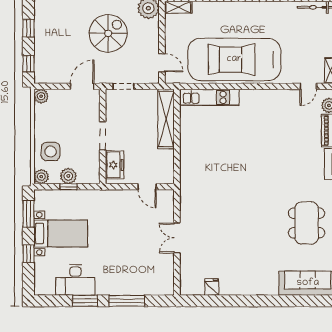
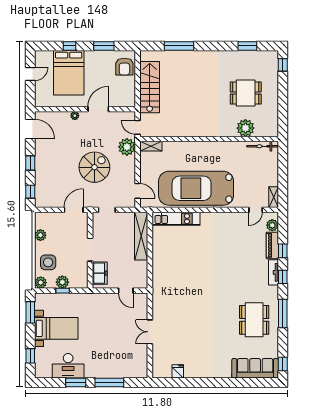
plant: (41, 96) -> (40, 235), moved
window: (28, 254) -> (30, 356), moved

